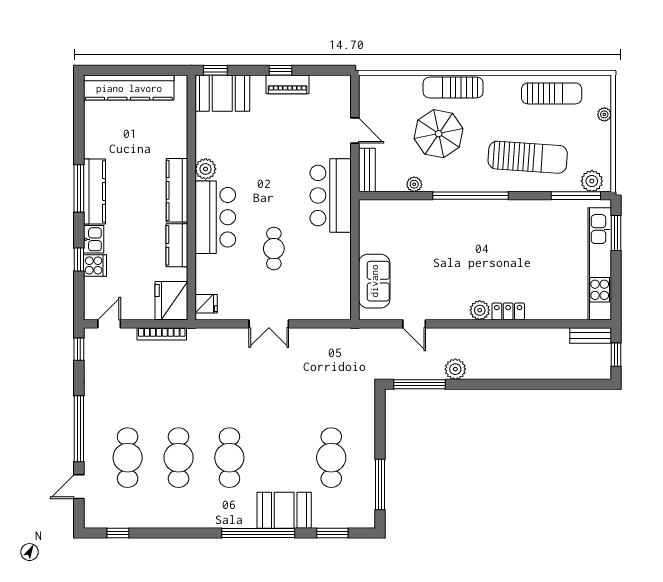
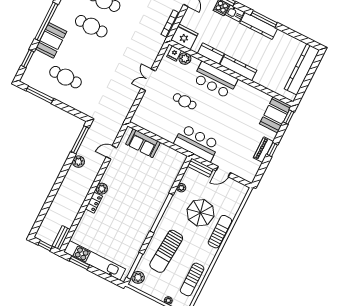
plant: (206, 169) -> (185, 58), moved
window: (616, 233) -> (79, 263), moved

